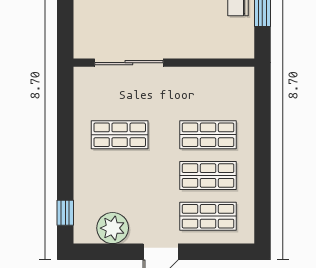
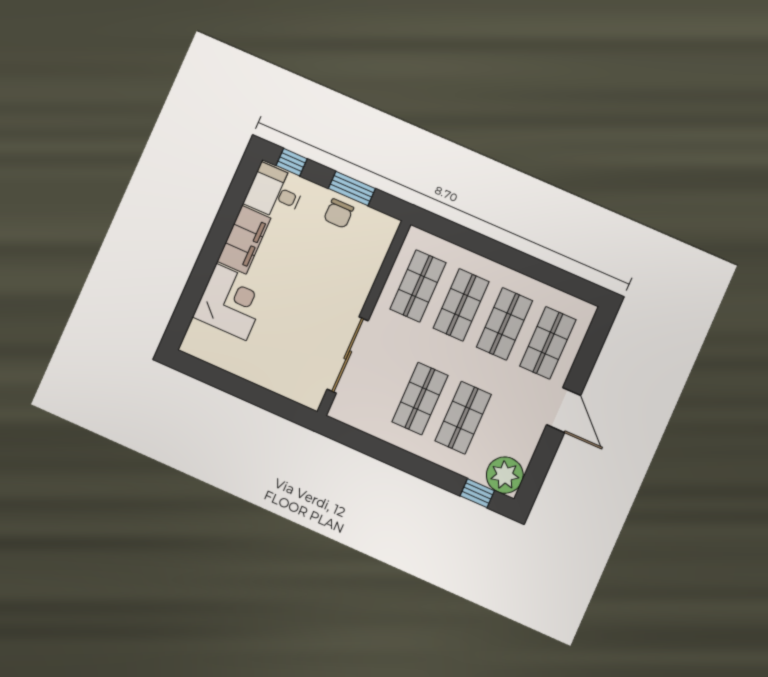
shop shelf: (208, 94) -> (418, 286), added
shop shelf: (120, 176) -> (463, 418), added
plant: (113, 228) -> (505, 475), moved

